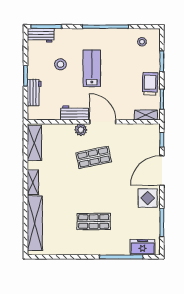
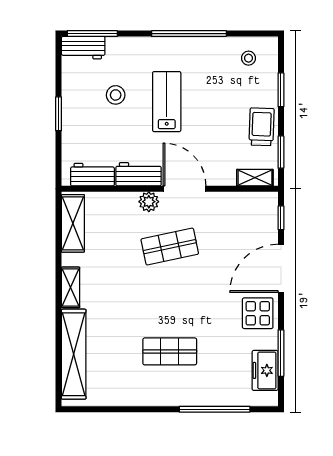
workbench: (34, 93) -> (92, 175), moved, turned -90
freezer: (143, 247) -> (265, 370), moved, turned -90

